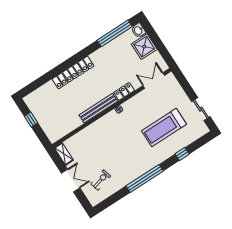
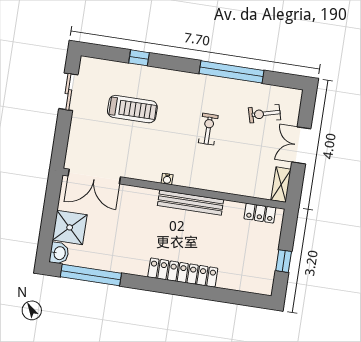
double door: (154, 80) -> (94, 176), width x1.37
locker: (124, 91) -> (260, 213), moved
treadmill: (164, 128) -> (132, 109), width x0.73, depth x0.73
exercise bike: (120, 150) -> (208, 129), added
window: (145, 178) -> (232, 72), moved

